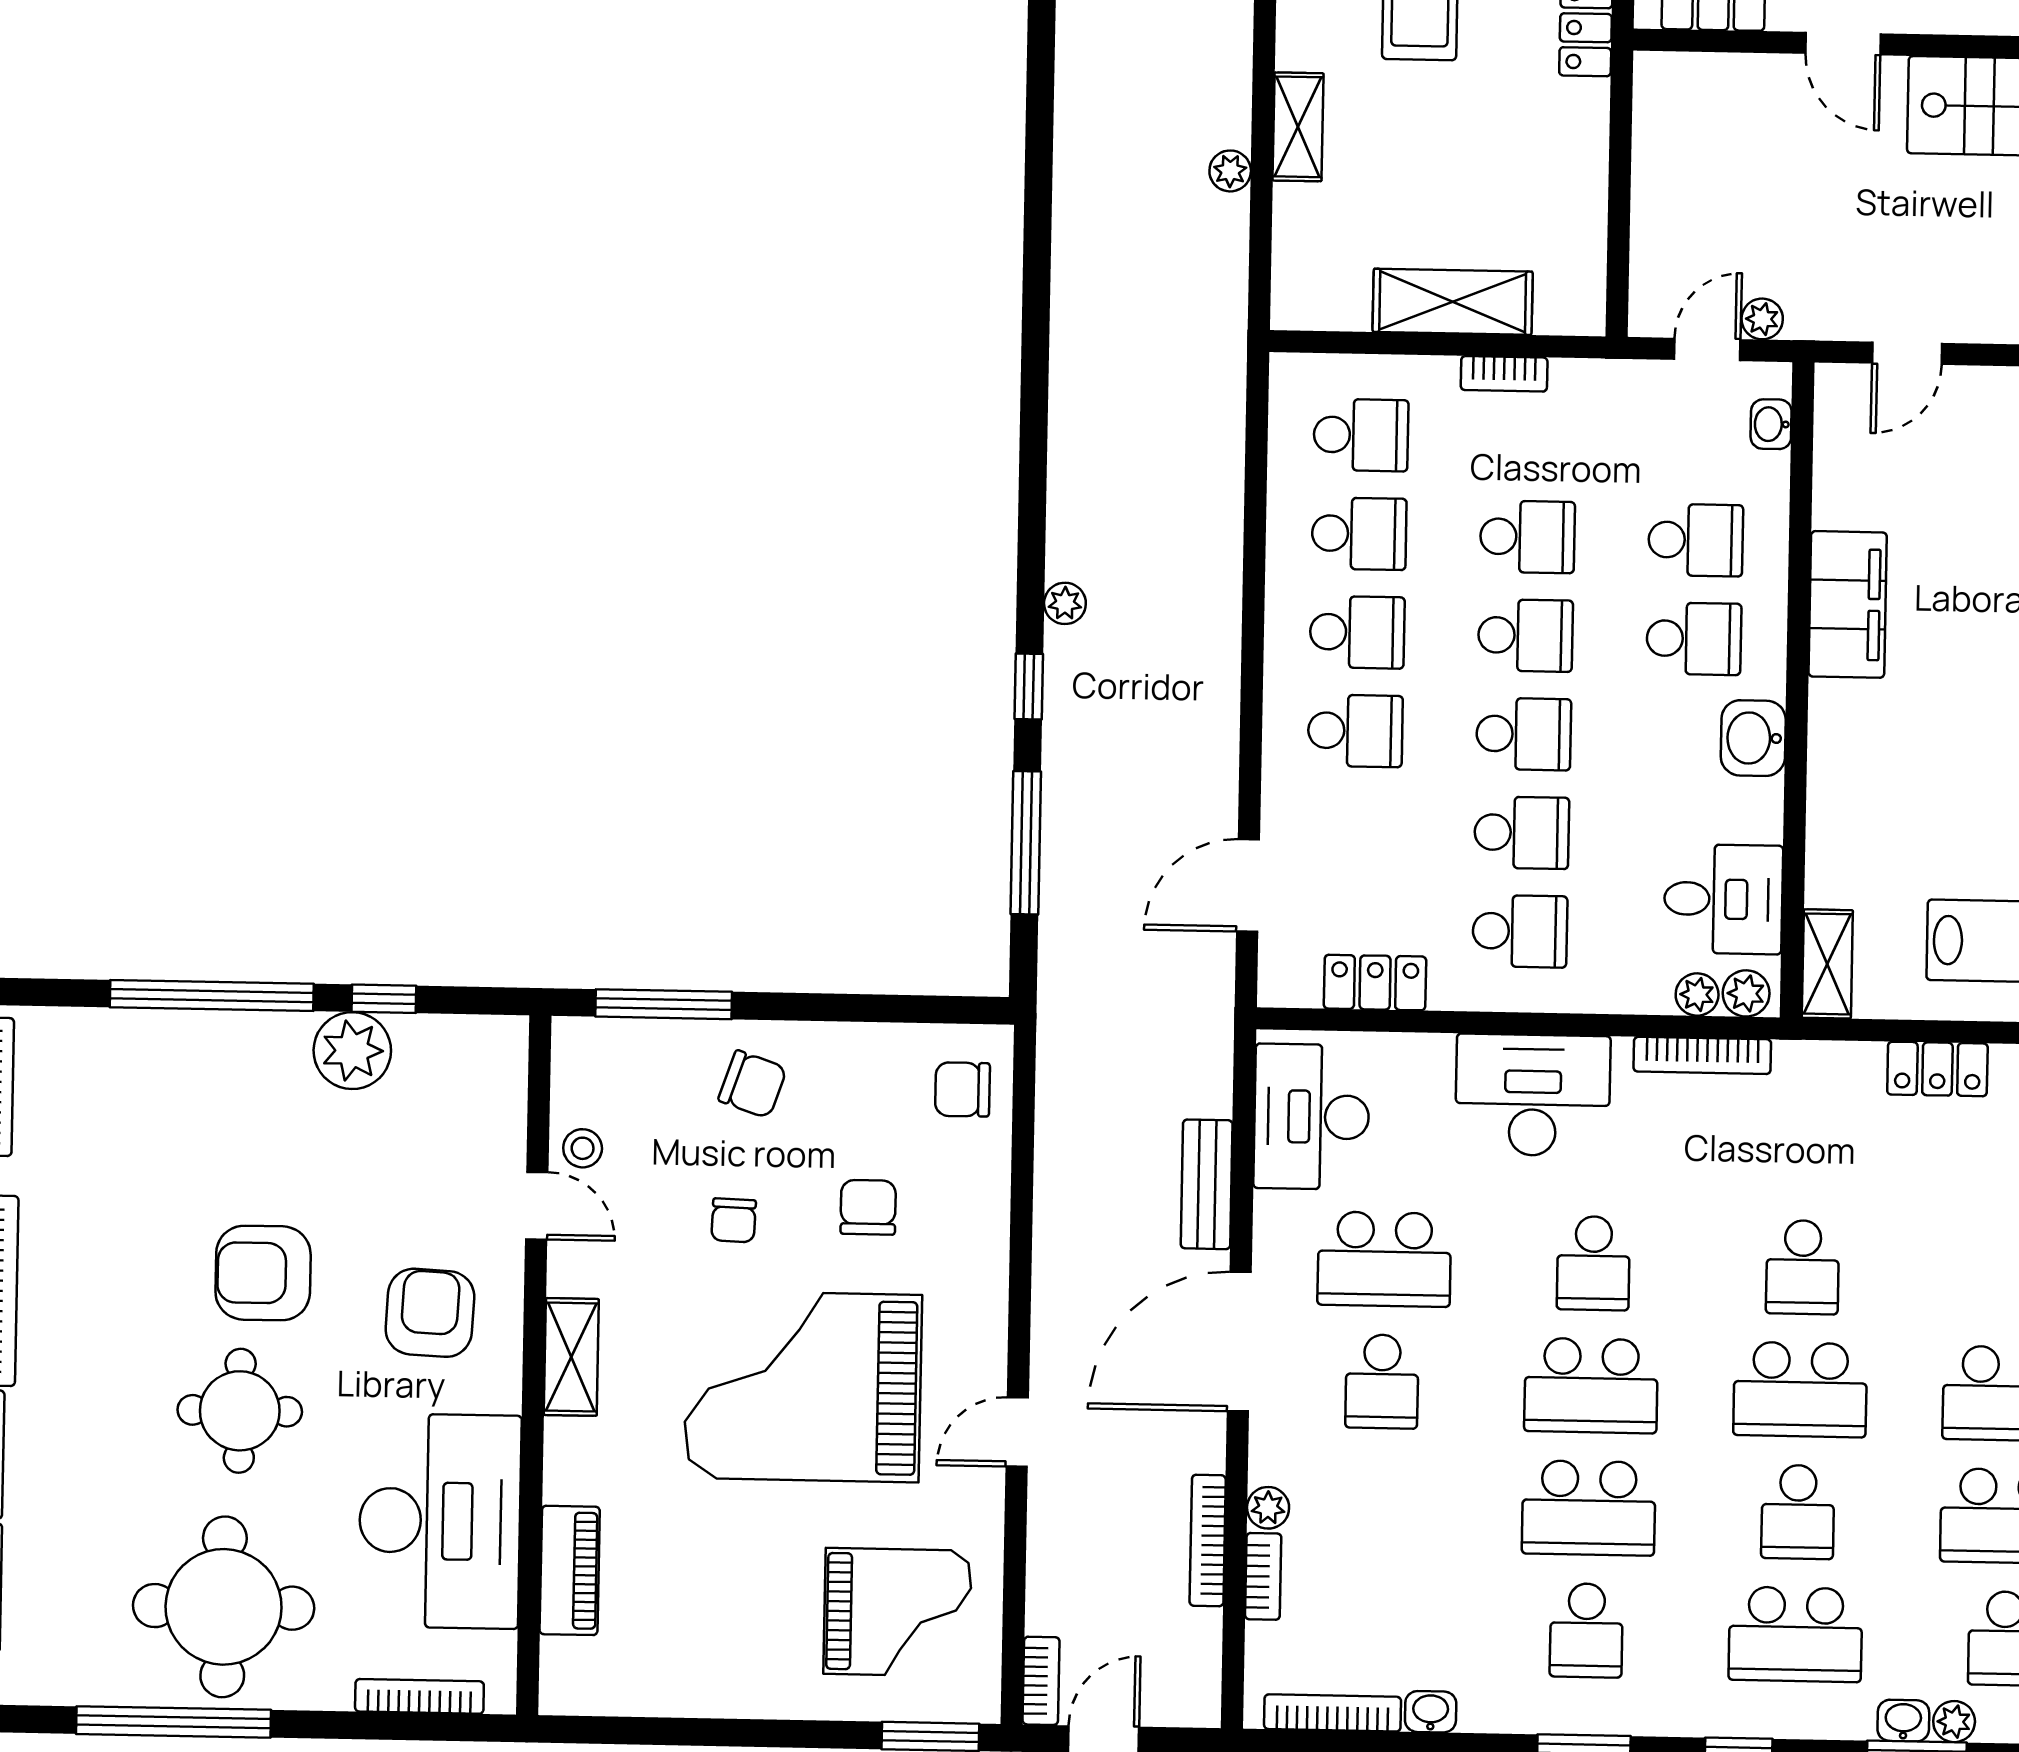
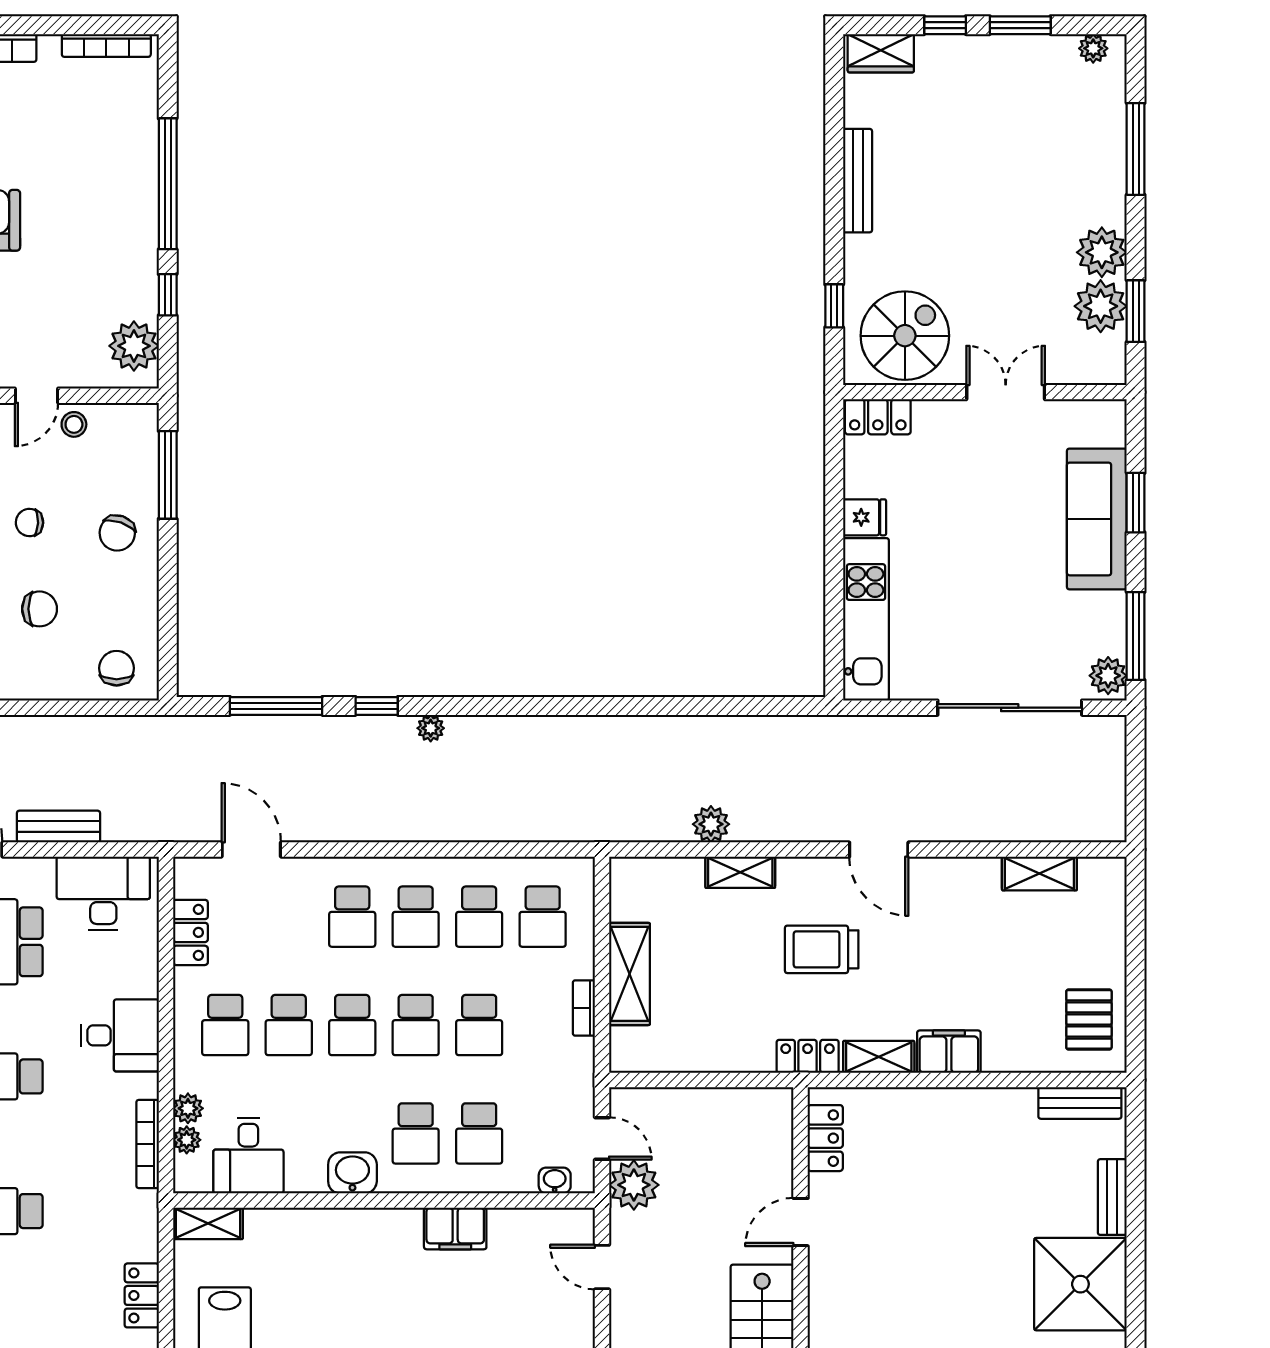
plant: (1230, 171) -> (711, 824), width x1.38, depth x1.38
plant: (1762, 319) -> (634, 1185), width x1.88, depth x1.88
filing cabinet: (1848, 604) -> (455, 1228), width x0.67, depth x0.86
plant: (1746, 993) -> (188, 1108), moved
plant: (352, 1051) -> (134, 346), moved
desk: (1533, 1095) -> (120, 1035), width x0.73

